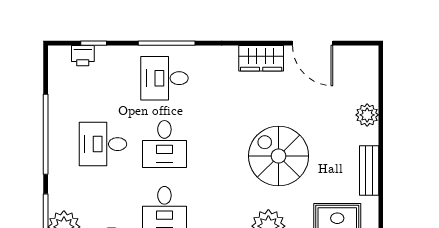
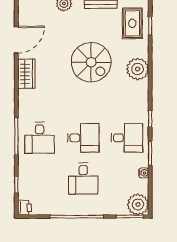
printer: (83, 56) -> (25, 208), moved
spiral stairs: (279, 156) -> (91, 62), turned -90

